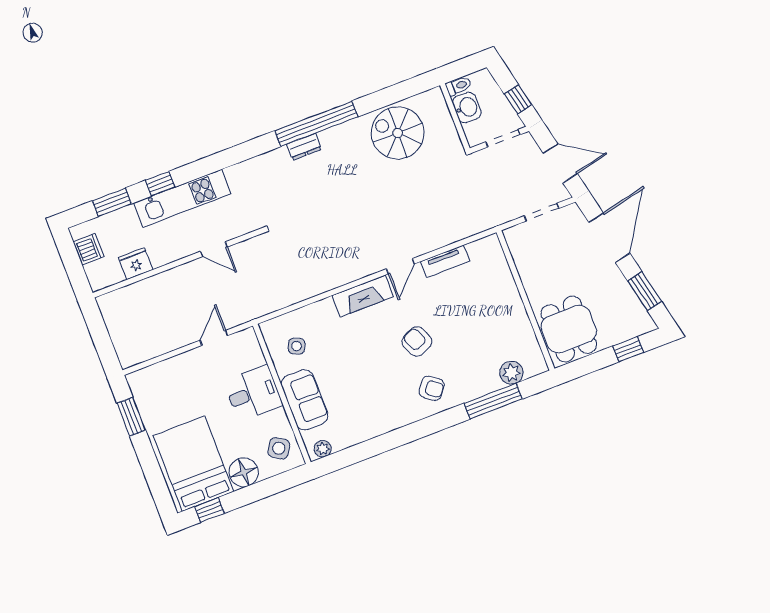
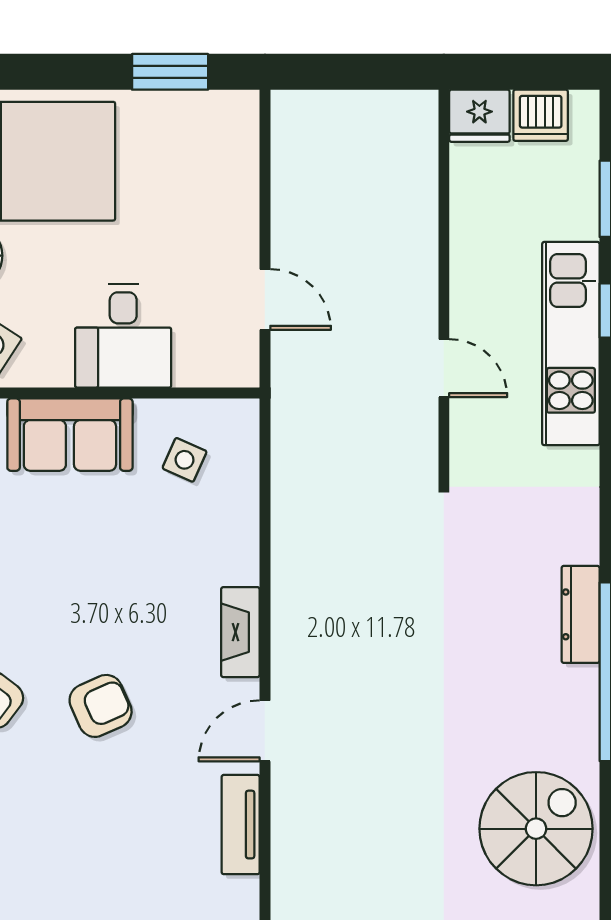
dresser: (304, 147) -> (581, 614), width x1.44
door: (214, 249) -> (444, 368), swing flipped
fridge: (136, 264) -> (479, 116), moved, turned 90
door: (400, 266) -> (265, 731), hinge flipped
fireplace: (363, 296) -> (240, 632), width x0.73, depth x0.76

